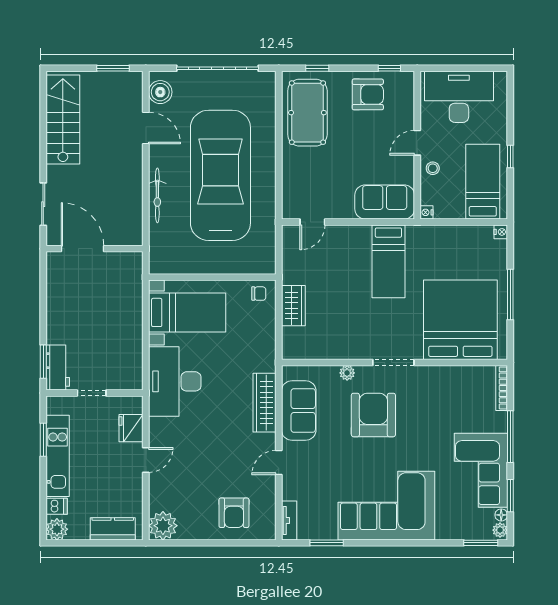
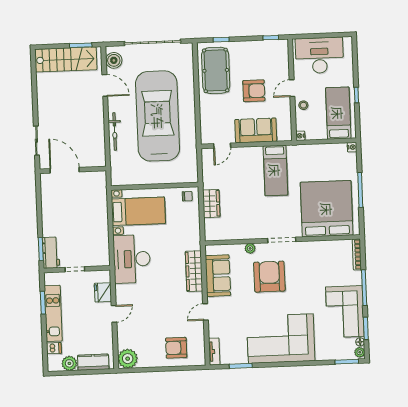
armchair: (368, 94) -> (254, 91), moved
stairs: (63, 119) -> (66, 59), moved, turned 90
sofa: (385, 202) -> (256, 130), moved
armchair: (234, 513) -> (176, 348), turned 90
plant: (57, 529) -> (69, 363), moved

